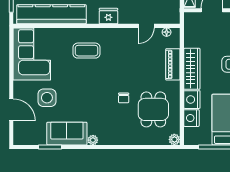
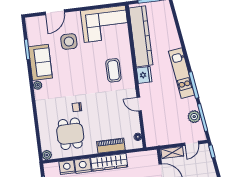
fridge: (108, 16) -> (144, 75), moved
door: (146, 26) -> (139, 104), moved
dining table: (153, 109) -> (70, 134), turned 90

